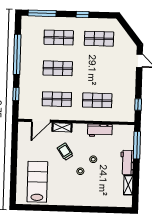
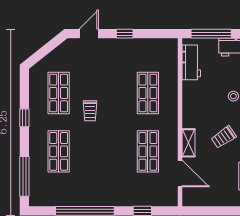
trolley: (86, 60) -> (90, 111), added
shop shelf: (58, 68) -> (103, 151), removed
window: (138, 105) -> (125, 34), moved
workbench: (100, 130) -> (191, 62), moved

